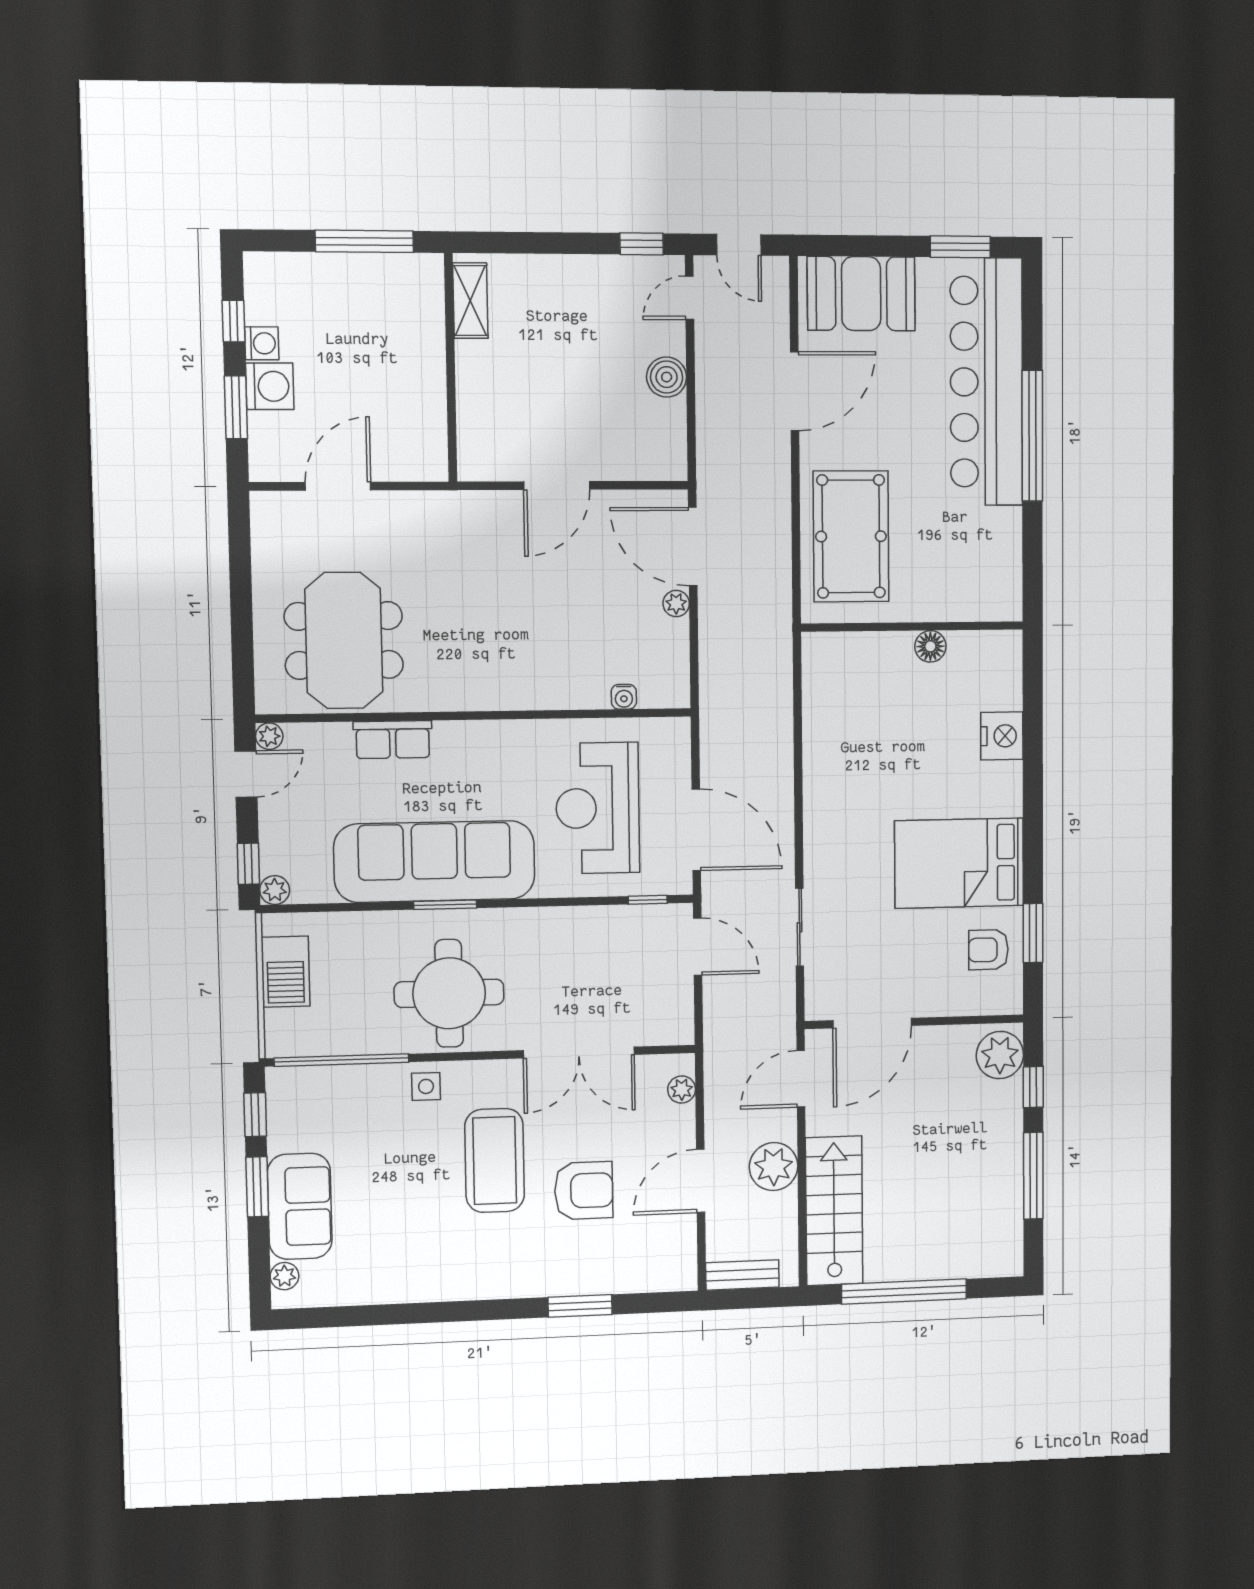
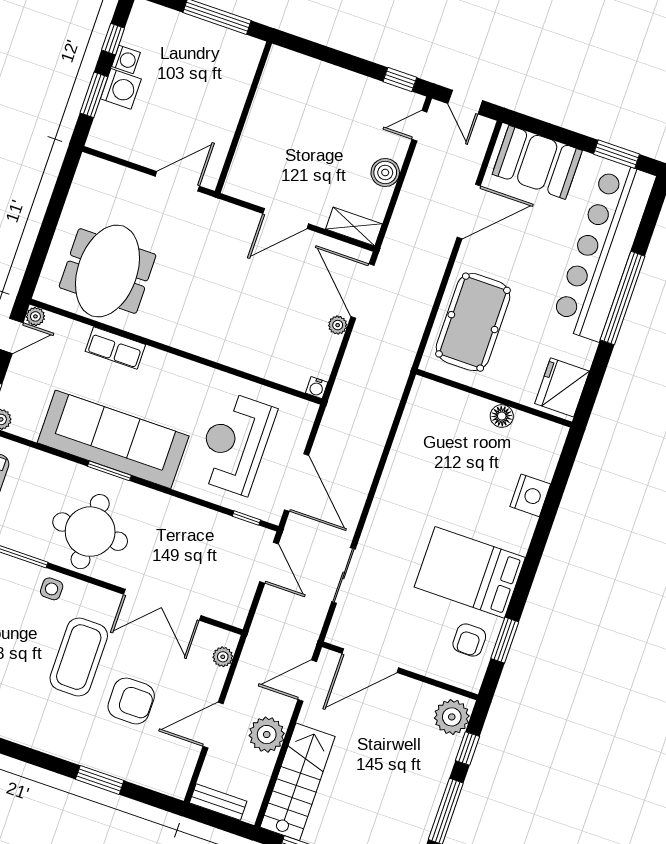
shelving: (470, 301) -> (354, 227), moved, turned 90
door: (338, 486) -> (177, 181), moved
fridge: (995, 581) -> (562, 387), added
water cooler: (624, 697) -> (317, 388), moved
armchair: (988, 950) -> (469, 640), turned -90

